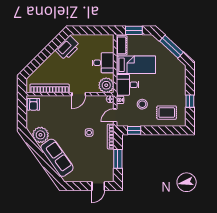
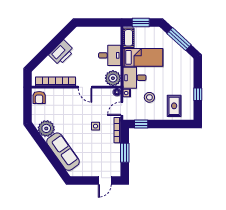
printer: (68, 48) -> (62, 53), moved
door: (79, 94) -> (85, 87), hinge flipped
rug: (167, 113) -> (174, 106), turned 90

